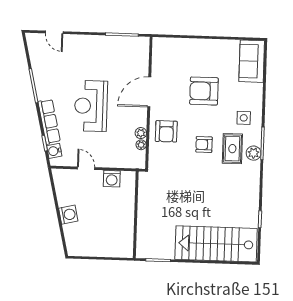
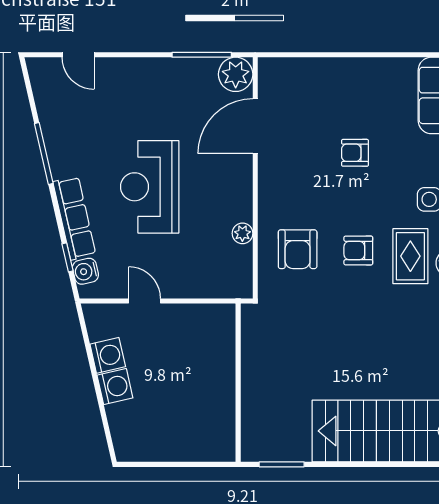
armchair: (204, 91) -> (355, 153), width x0.53, depth x0.53
door: (149, 92) -> (255, 126), moved
armchair: (166, 131) -> (298, 249), moved
plant: (141, 145) -> (236, 74), moved, width x1.88, depth x1.88
washing machine: (112, 179) -> (108, 355), moved, turned -103

